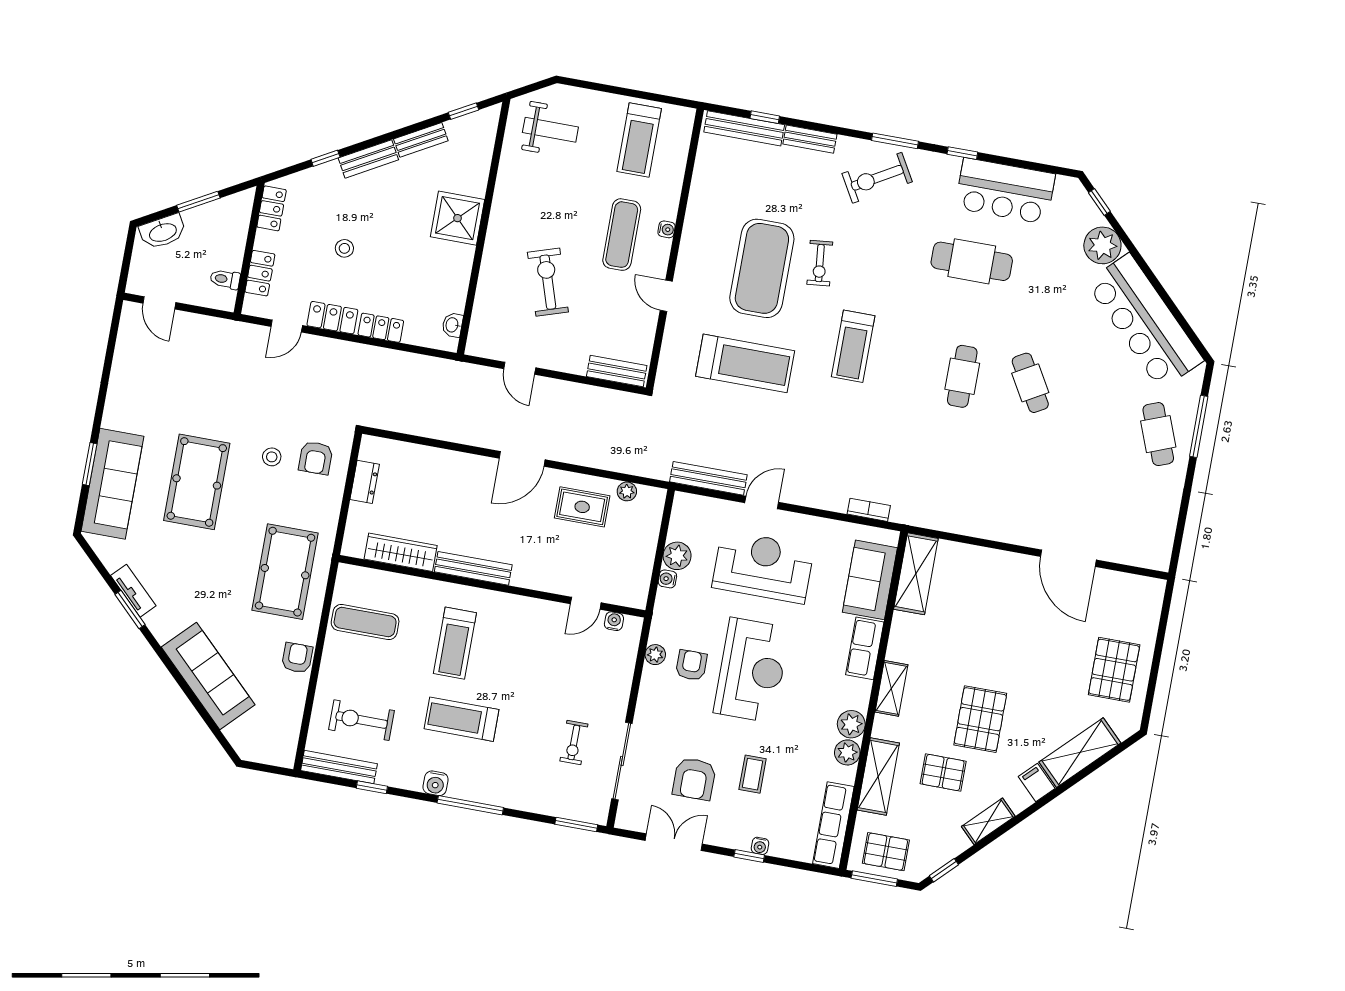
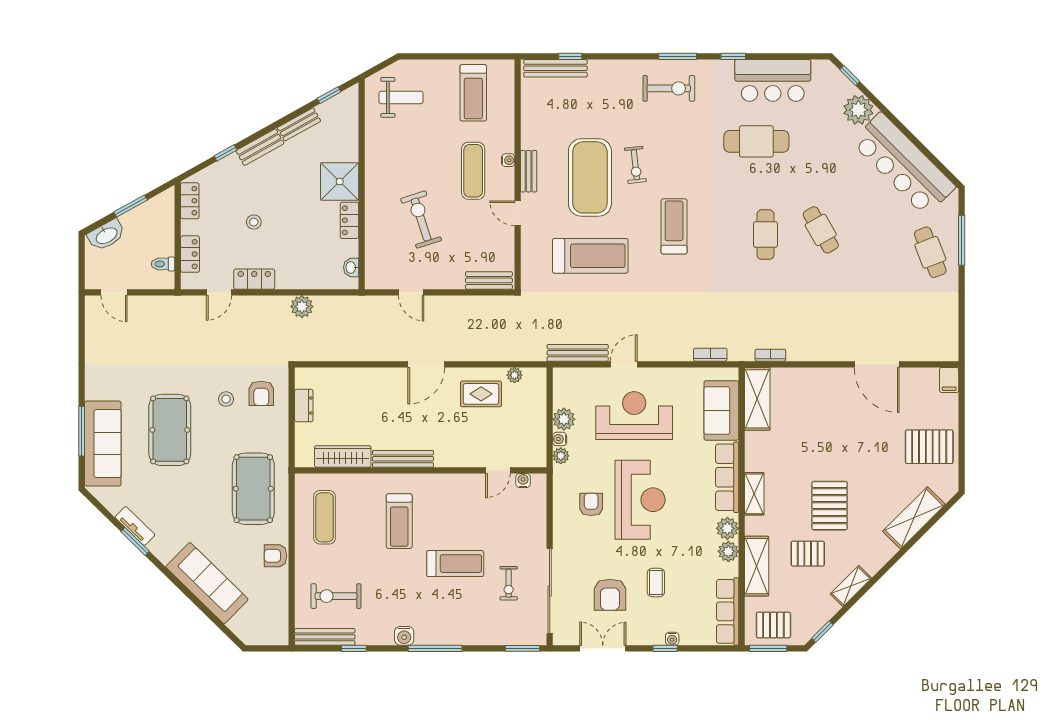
bench: (810, 139) -> (529, 171), moved, turned 90
exercise bike: (877, 178) -> (669, 88), turned -150
locker: (381, 328) -> (349, 220), moved, turned -90
treadmill: (853, 346) -> (674, 226), turned 180
plant: (384, 362) -> (302, 307), added
window: (90, 464) -> (82, 431), width x1.44
bookcase: (942, 524) -> (770, 355), added
exercise mat: (365, 622) -> (324, 517), turned 90
row of seats: (865, 648) -> (727, 477), width x1.48
plant: (655, 655) -> (561, 456), moved
armchair: (297, 658) -> (275, 556), turned -90
pallet: (1114, 670) -> (929, 447), turned 90
treadmill: (462, 719) -> (455, 564), moved, turned 180
sliding door: (622, 761) -> (550, 591), width x1.36
filing cabinet: (1037, 783) -> (949, 380), moved, turned -135

